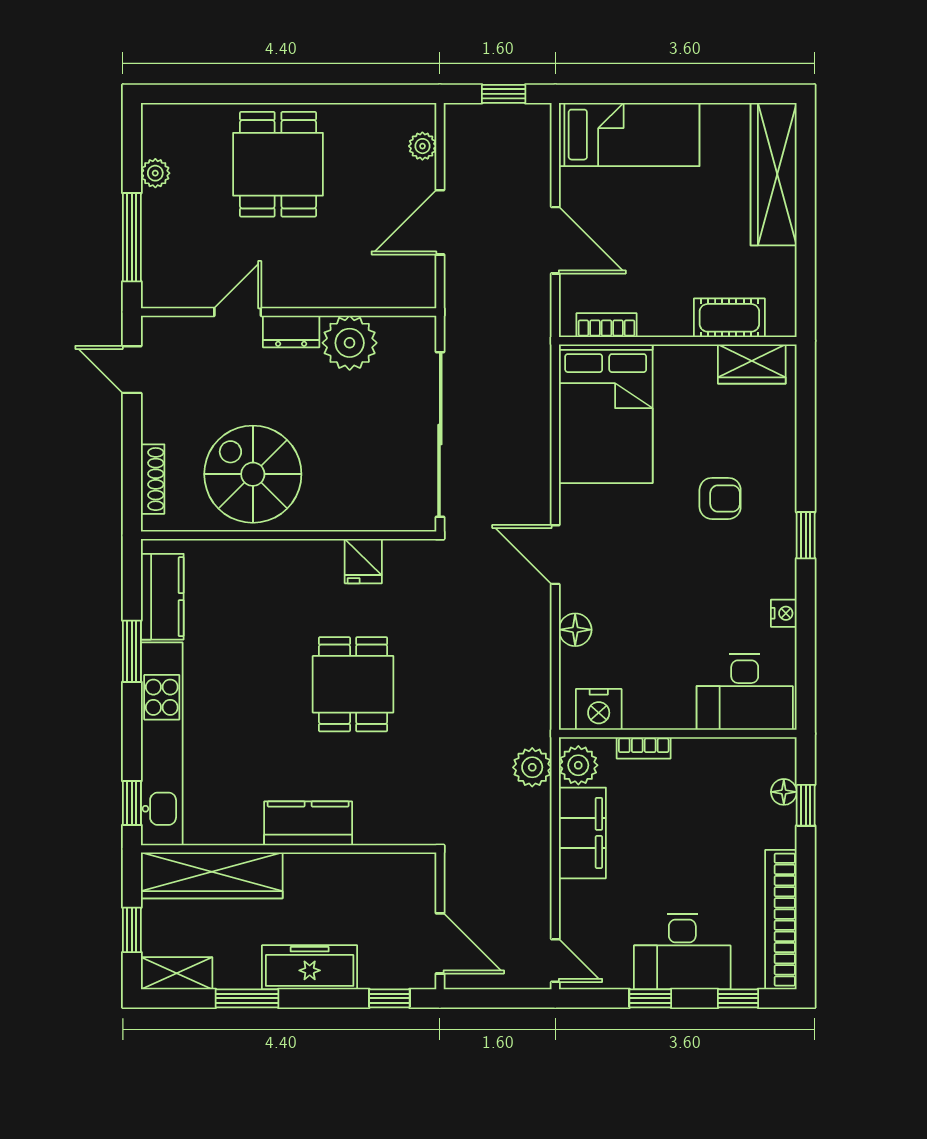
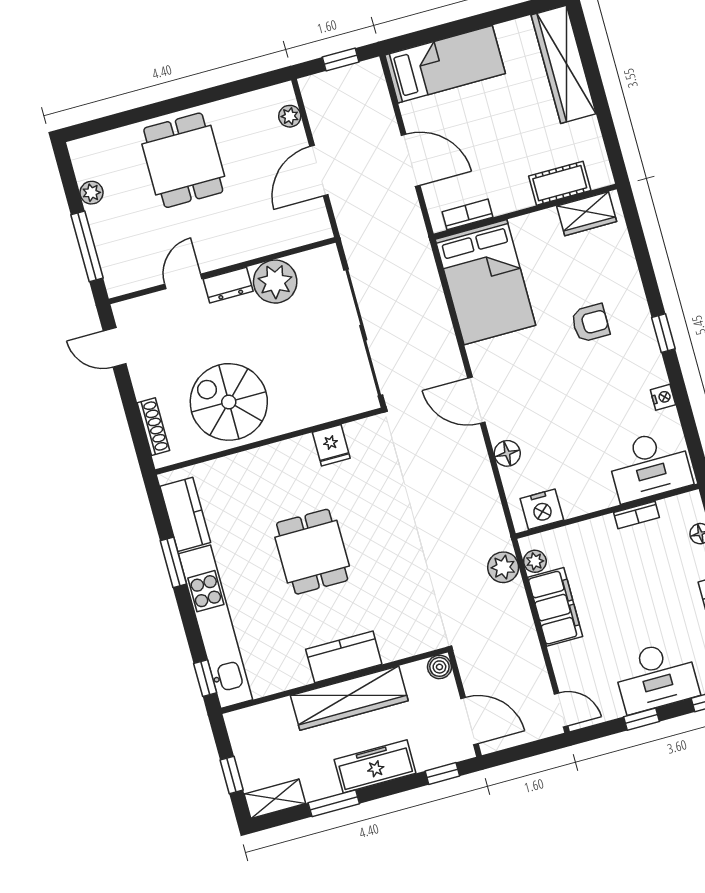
dining table: (353, 684) -> (312, 552), moved
bookcase: (644, 748) -> (637, 515), moved
plant: (578, 765) -> (535, 561), width x0.73, depth x0.73
boiler: (421, 867) -> (439, 667), added
wardrobe: (212, 875) -> (349, 698), moved

